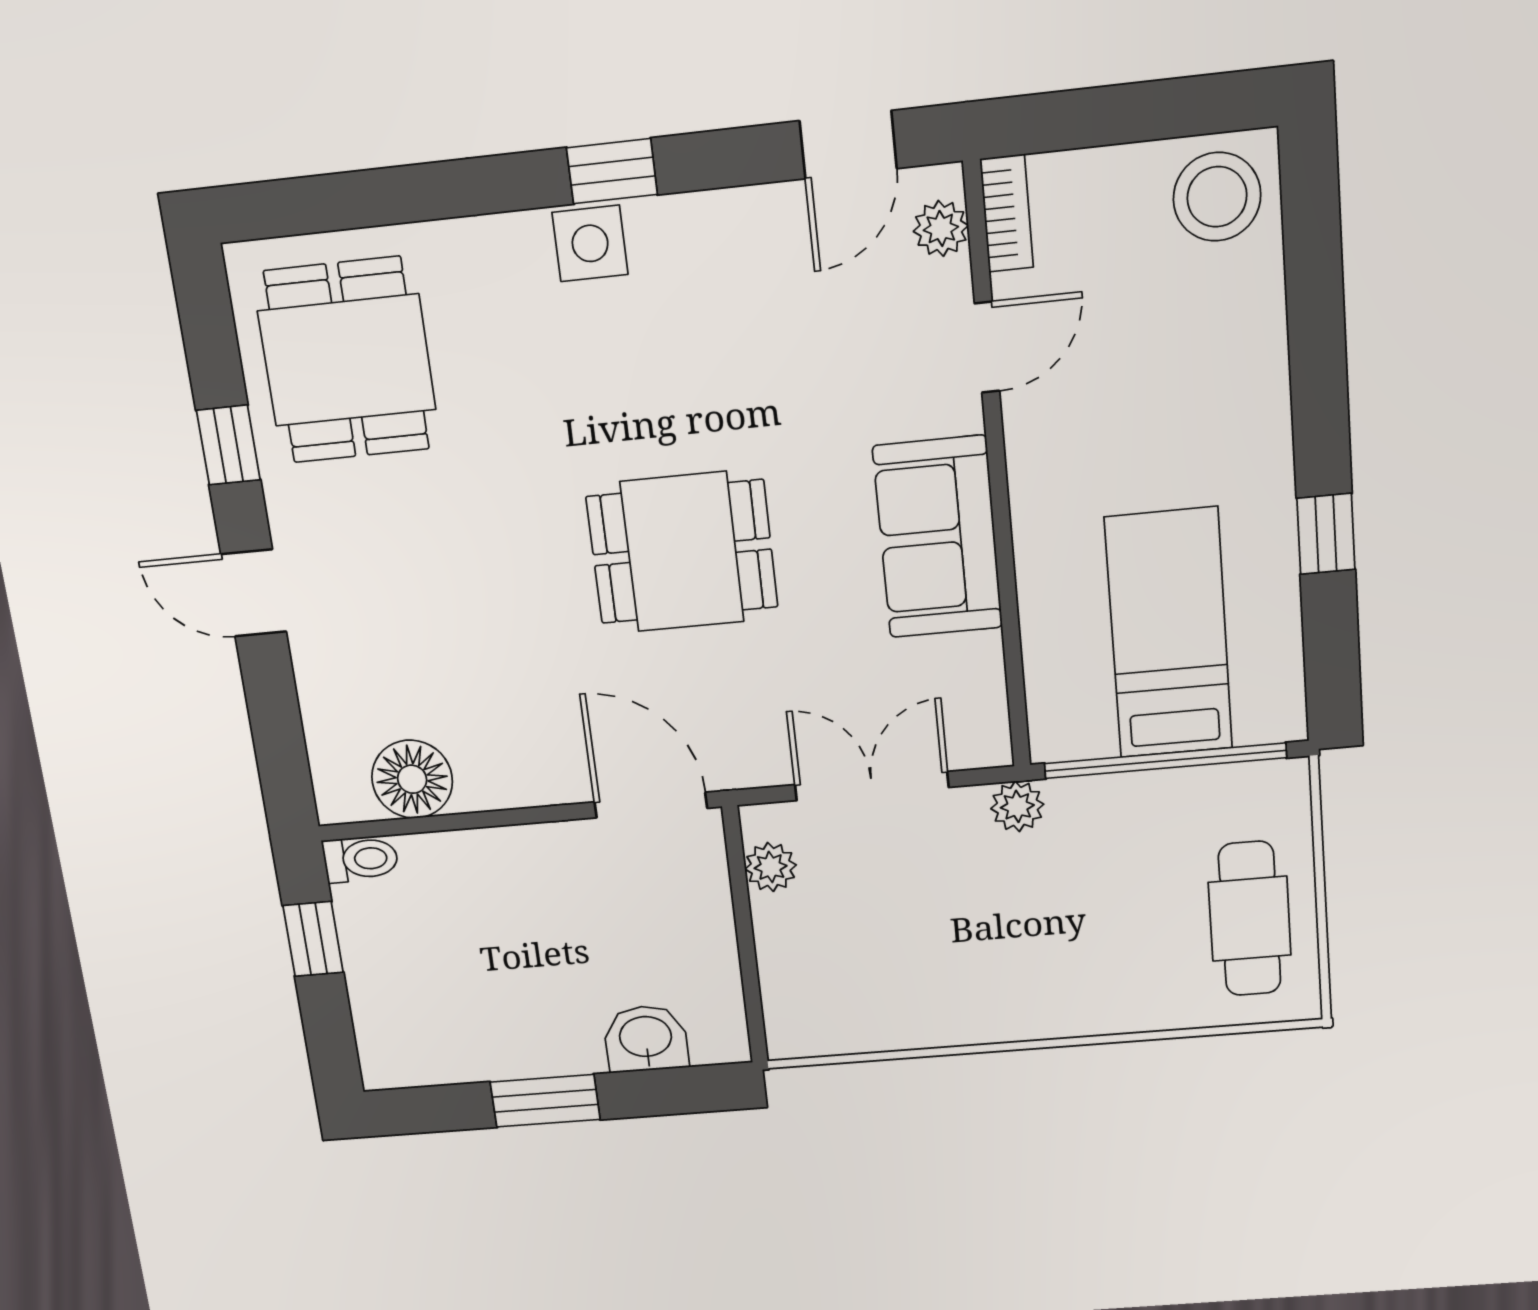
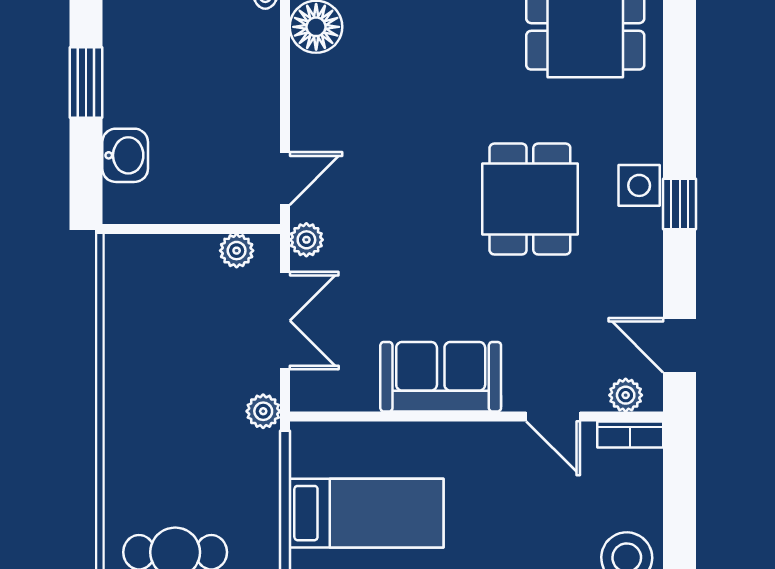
dining table: (682, 552) -> (530, 199), moved
plant: (742, 765) -> (306, 240), added
door: (651, 805) -> (285, 179), width x0.73

